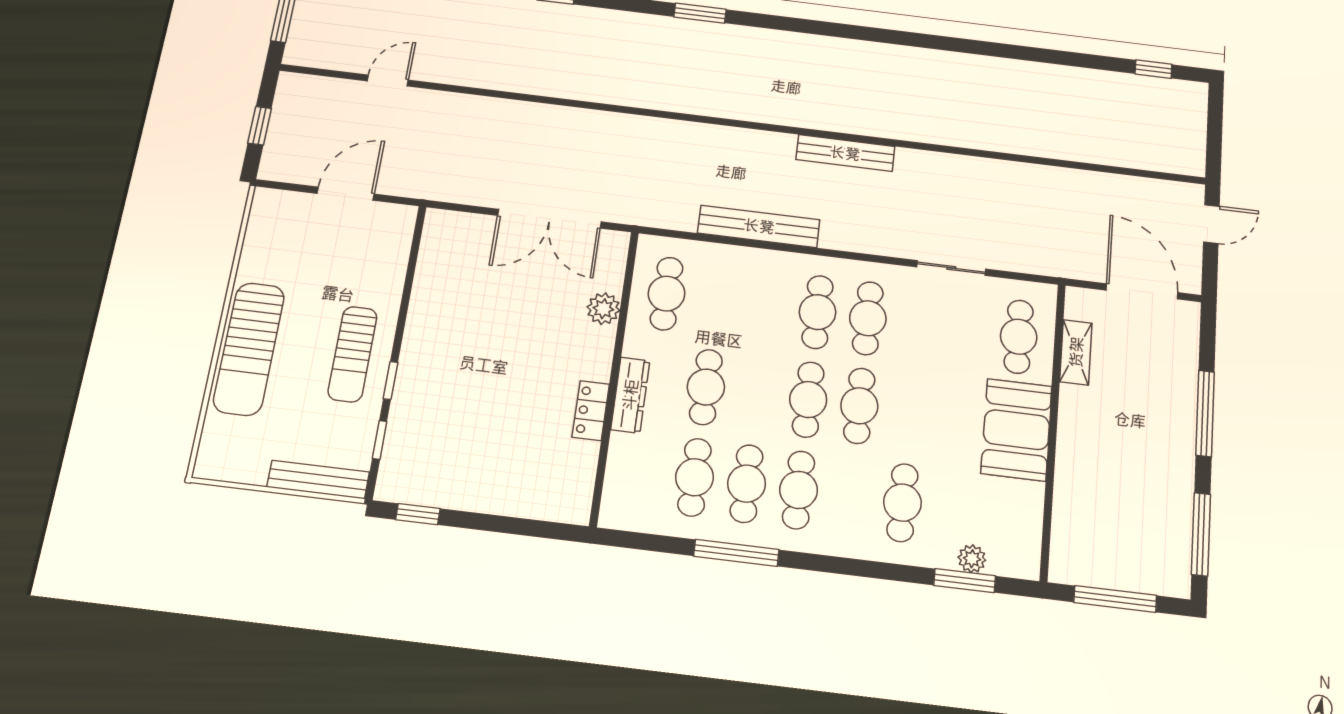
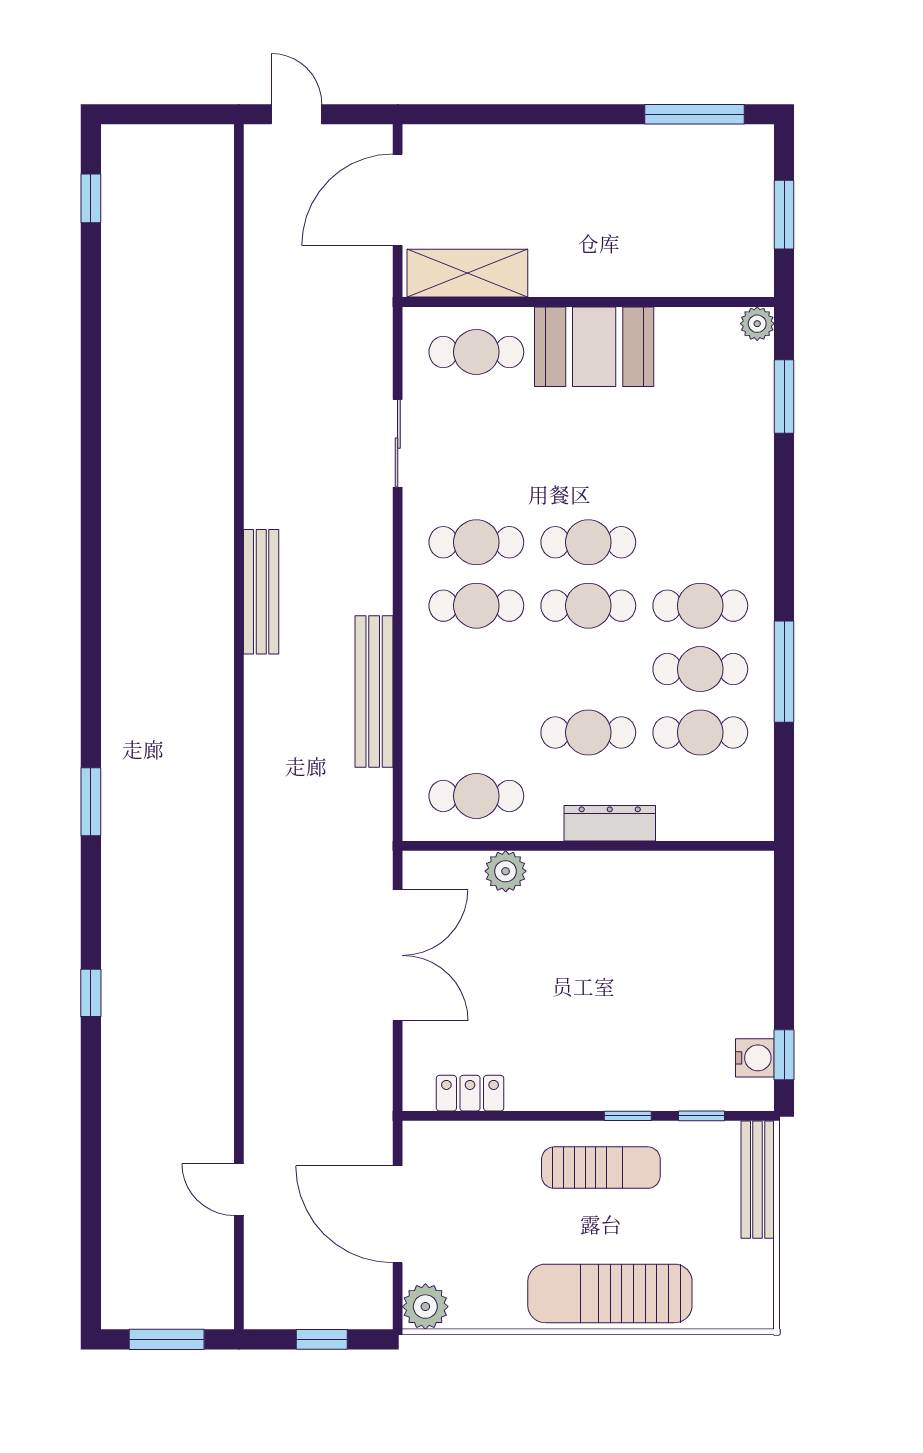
door: (346, 194) -> (398, 1214), width x1.36
plant: (269, 205) -> (425, 1307), added
sun lounger: (249, 349) -> (610, 1293), turned 180
shelving: (1076, 352) -> (467, 273), width x1.50, depth x1.33
locker: (591, 411) -> (470, 1093), moved, turned 180
window: (1205, 413) -> (545, 114), removed
water cooler: (420, 489) -> (755, 1058), added
cafe table: (902, 503) -> (700, 479), removed
plant: (972, 559) -> (757, 324), moved
window: (1115, 599) -> (784, 215), width x0.69

